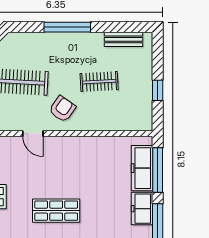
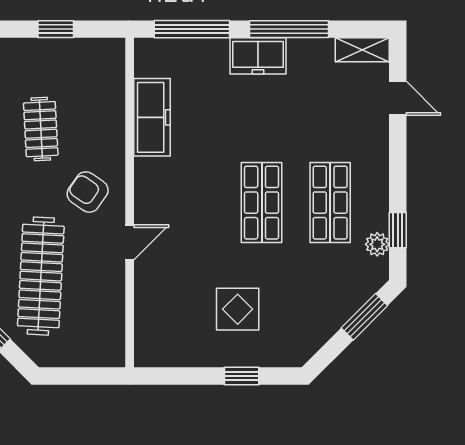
freezer: (142, 168) -> (152, 117), moved, turned -90

